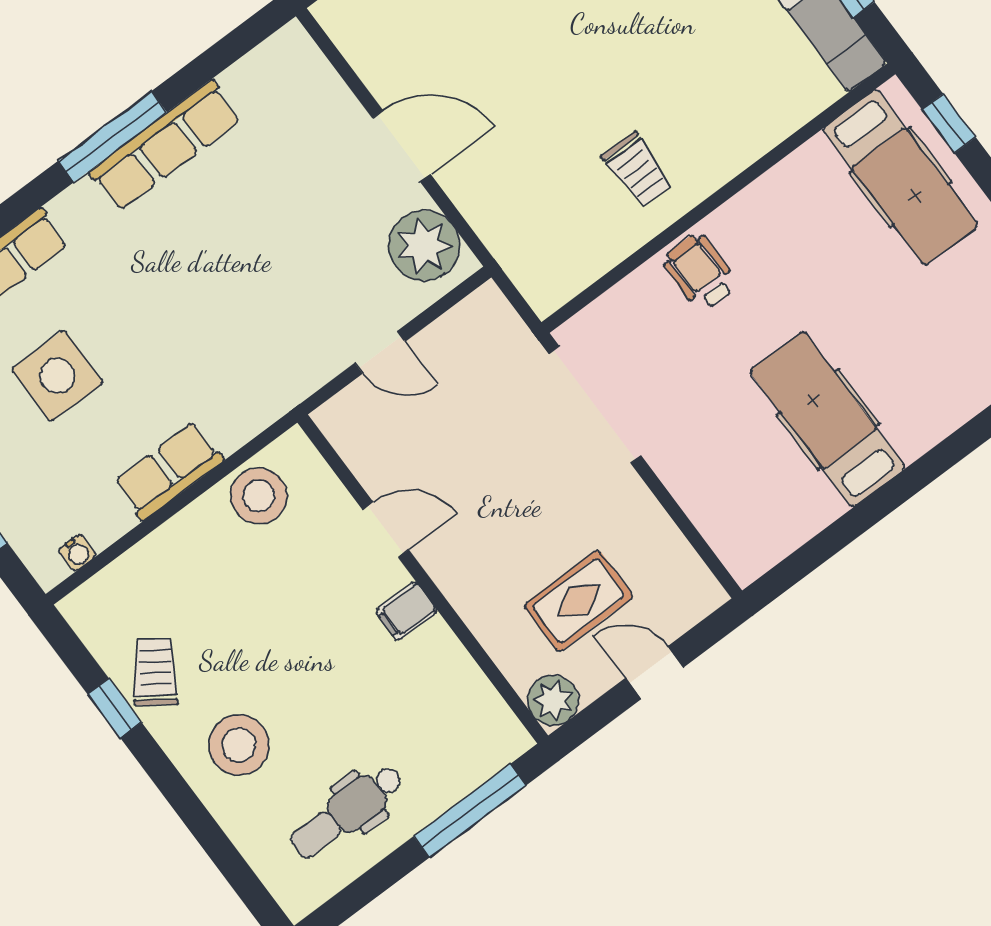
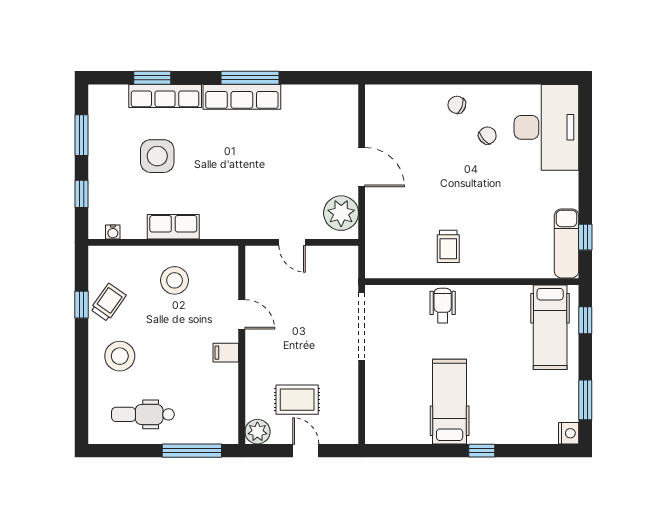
row of seats: (165, 146) -> (242, 97), moved
window: (939, 460) -> (482, 451), added
stool: (259, 496) -> (175, 280), moved

